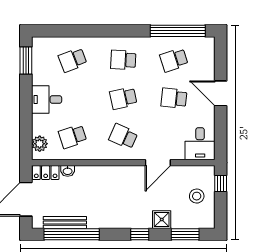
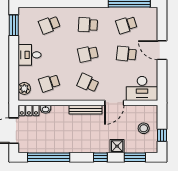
desk: (200, 144) -> (142, 88), width x1.37
window: (221, 184) -> (162, 135), moved
bench: (65, 222) -> (85, 110), moved

